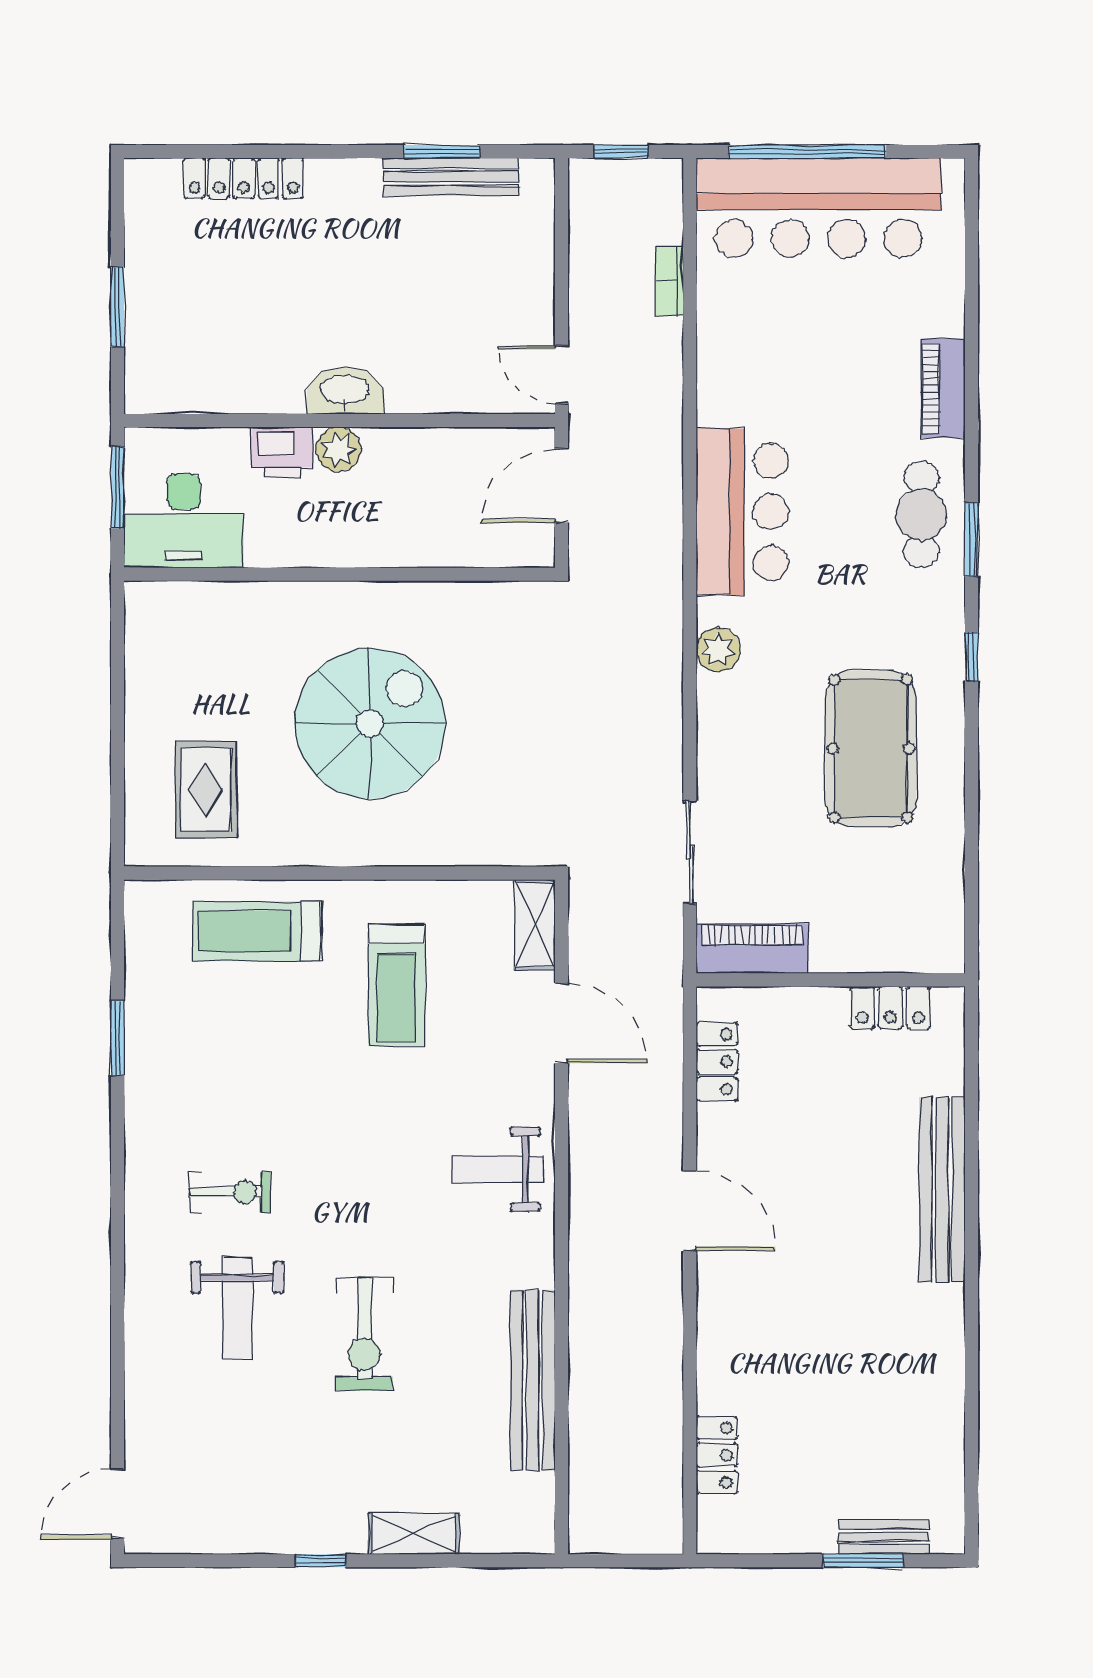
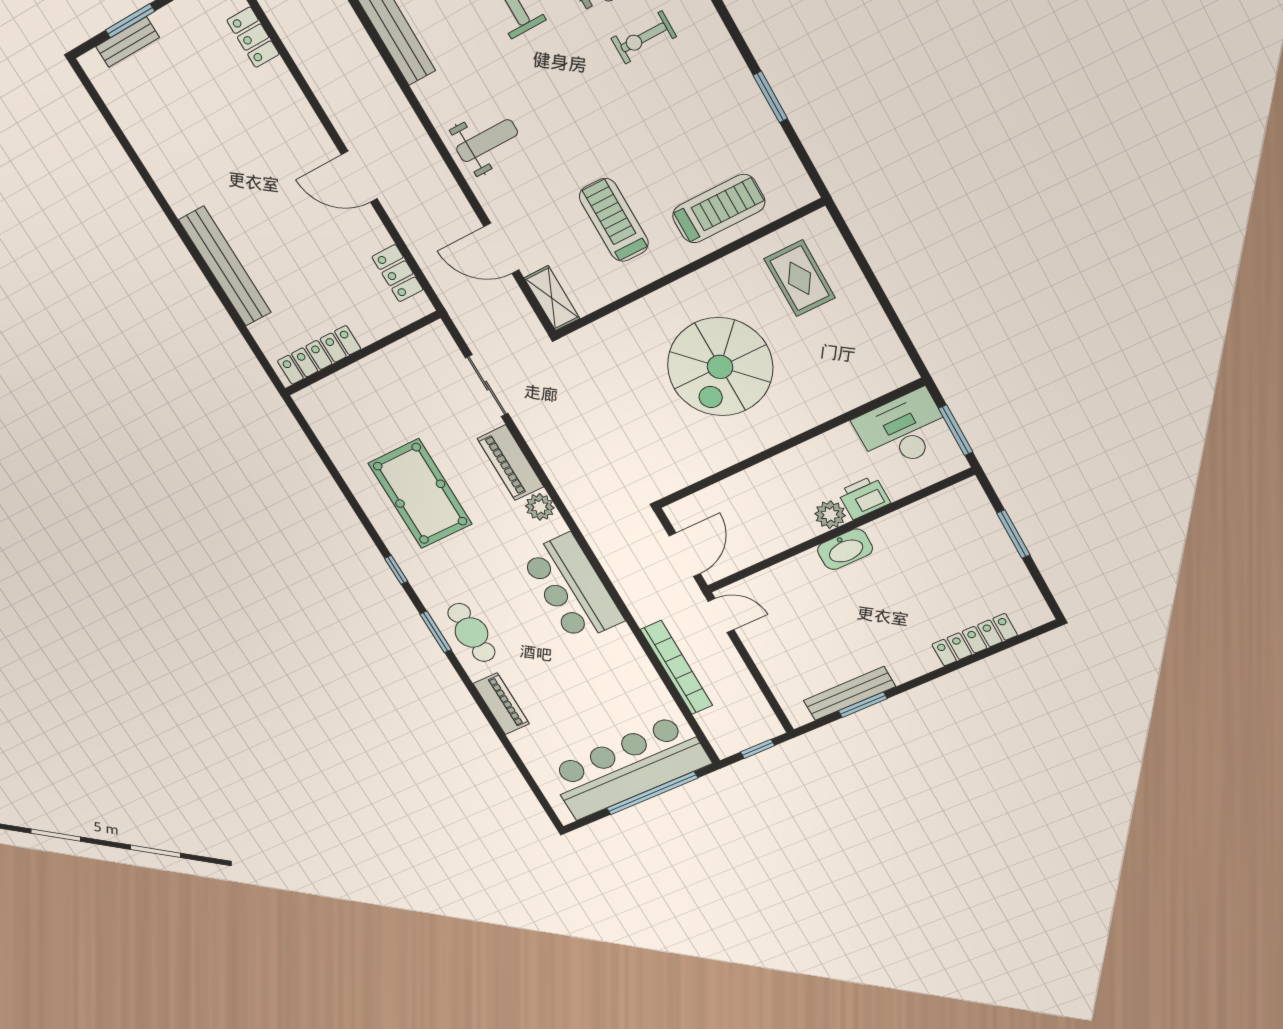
bookcase: (669, 281) -> (677, 668), width x2.31, depth x1.31
piano: (752, 948) -> (510, 463), moved, turned 90
locker: (890, 1008) -> (319, 355), width x1.53

